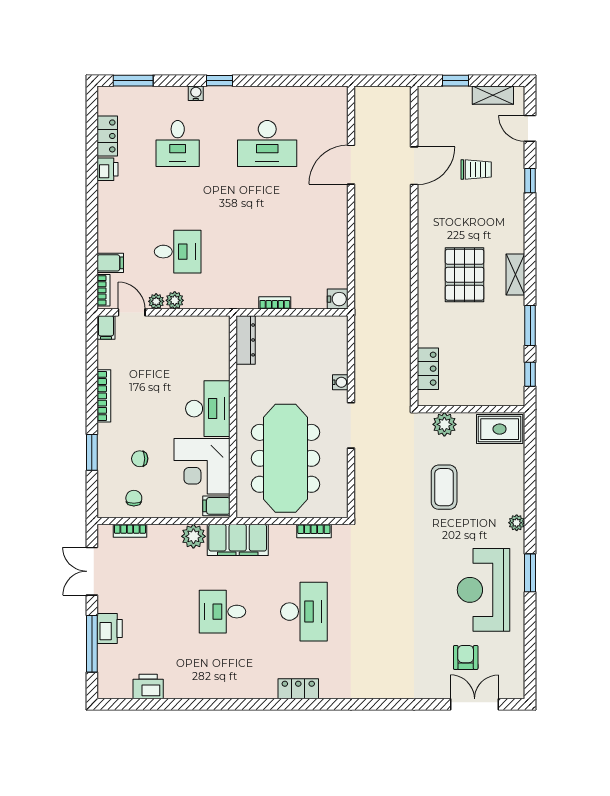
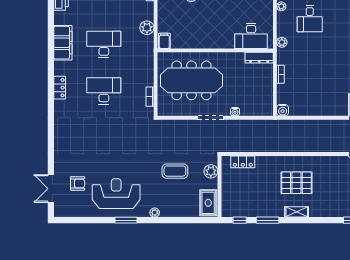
plant: (175, 300) -> (282, 42), moved
desk: (208, 409) -> (251, 36), moved
corner desk: (202, 466) -> (187, 33), removed
filing cabinet: (238, 540) -> (63, 43), moved, turned 180
desk: (222, 612) -> (104, 44), width x1.37
desk: (304, 612) -> (104, 91), turned 180
double door: (475, 704) -> (51, 189), swing flipped

